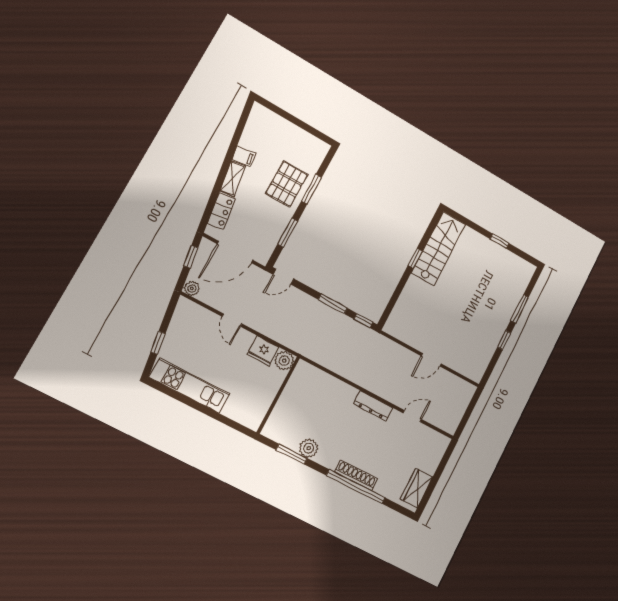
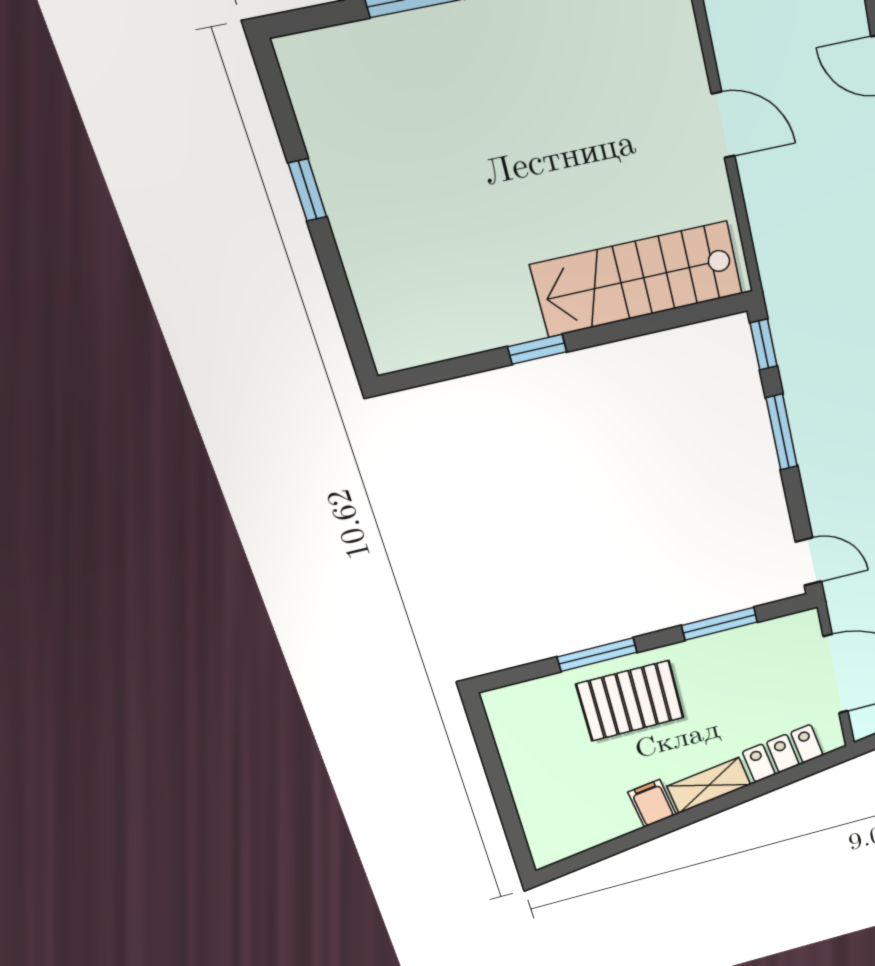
stairs: (439, 248) -> (637, 279), moved

